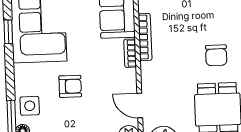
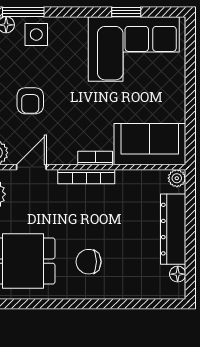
bookcase: (145, 37) -> (86, 177), moved
armchair: (70, 86) -> (30, 101), moved

